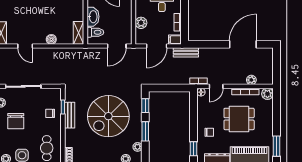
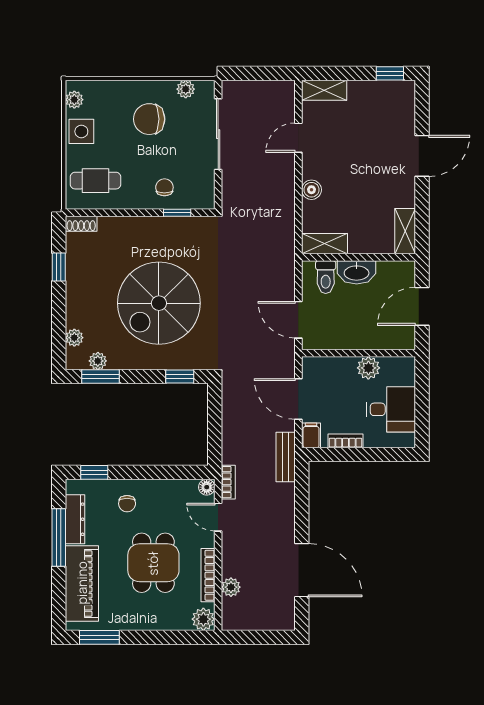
plant: (141, 23) -> (368, 368), moved
bench: (70, 115) -> (161, 226), removed
spiral stairs: (108, 116) -> (159, 303), turned -90
window: (145, 131) -> (100, 377), moved

